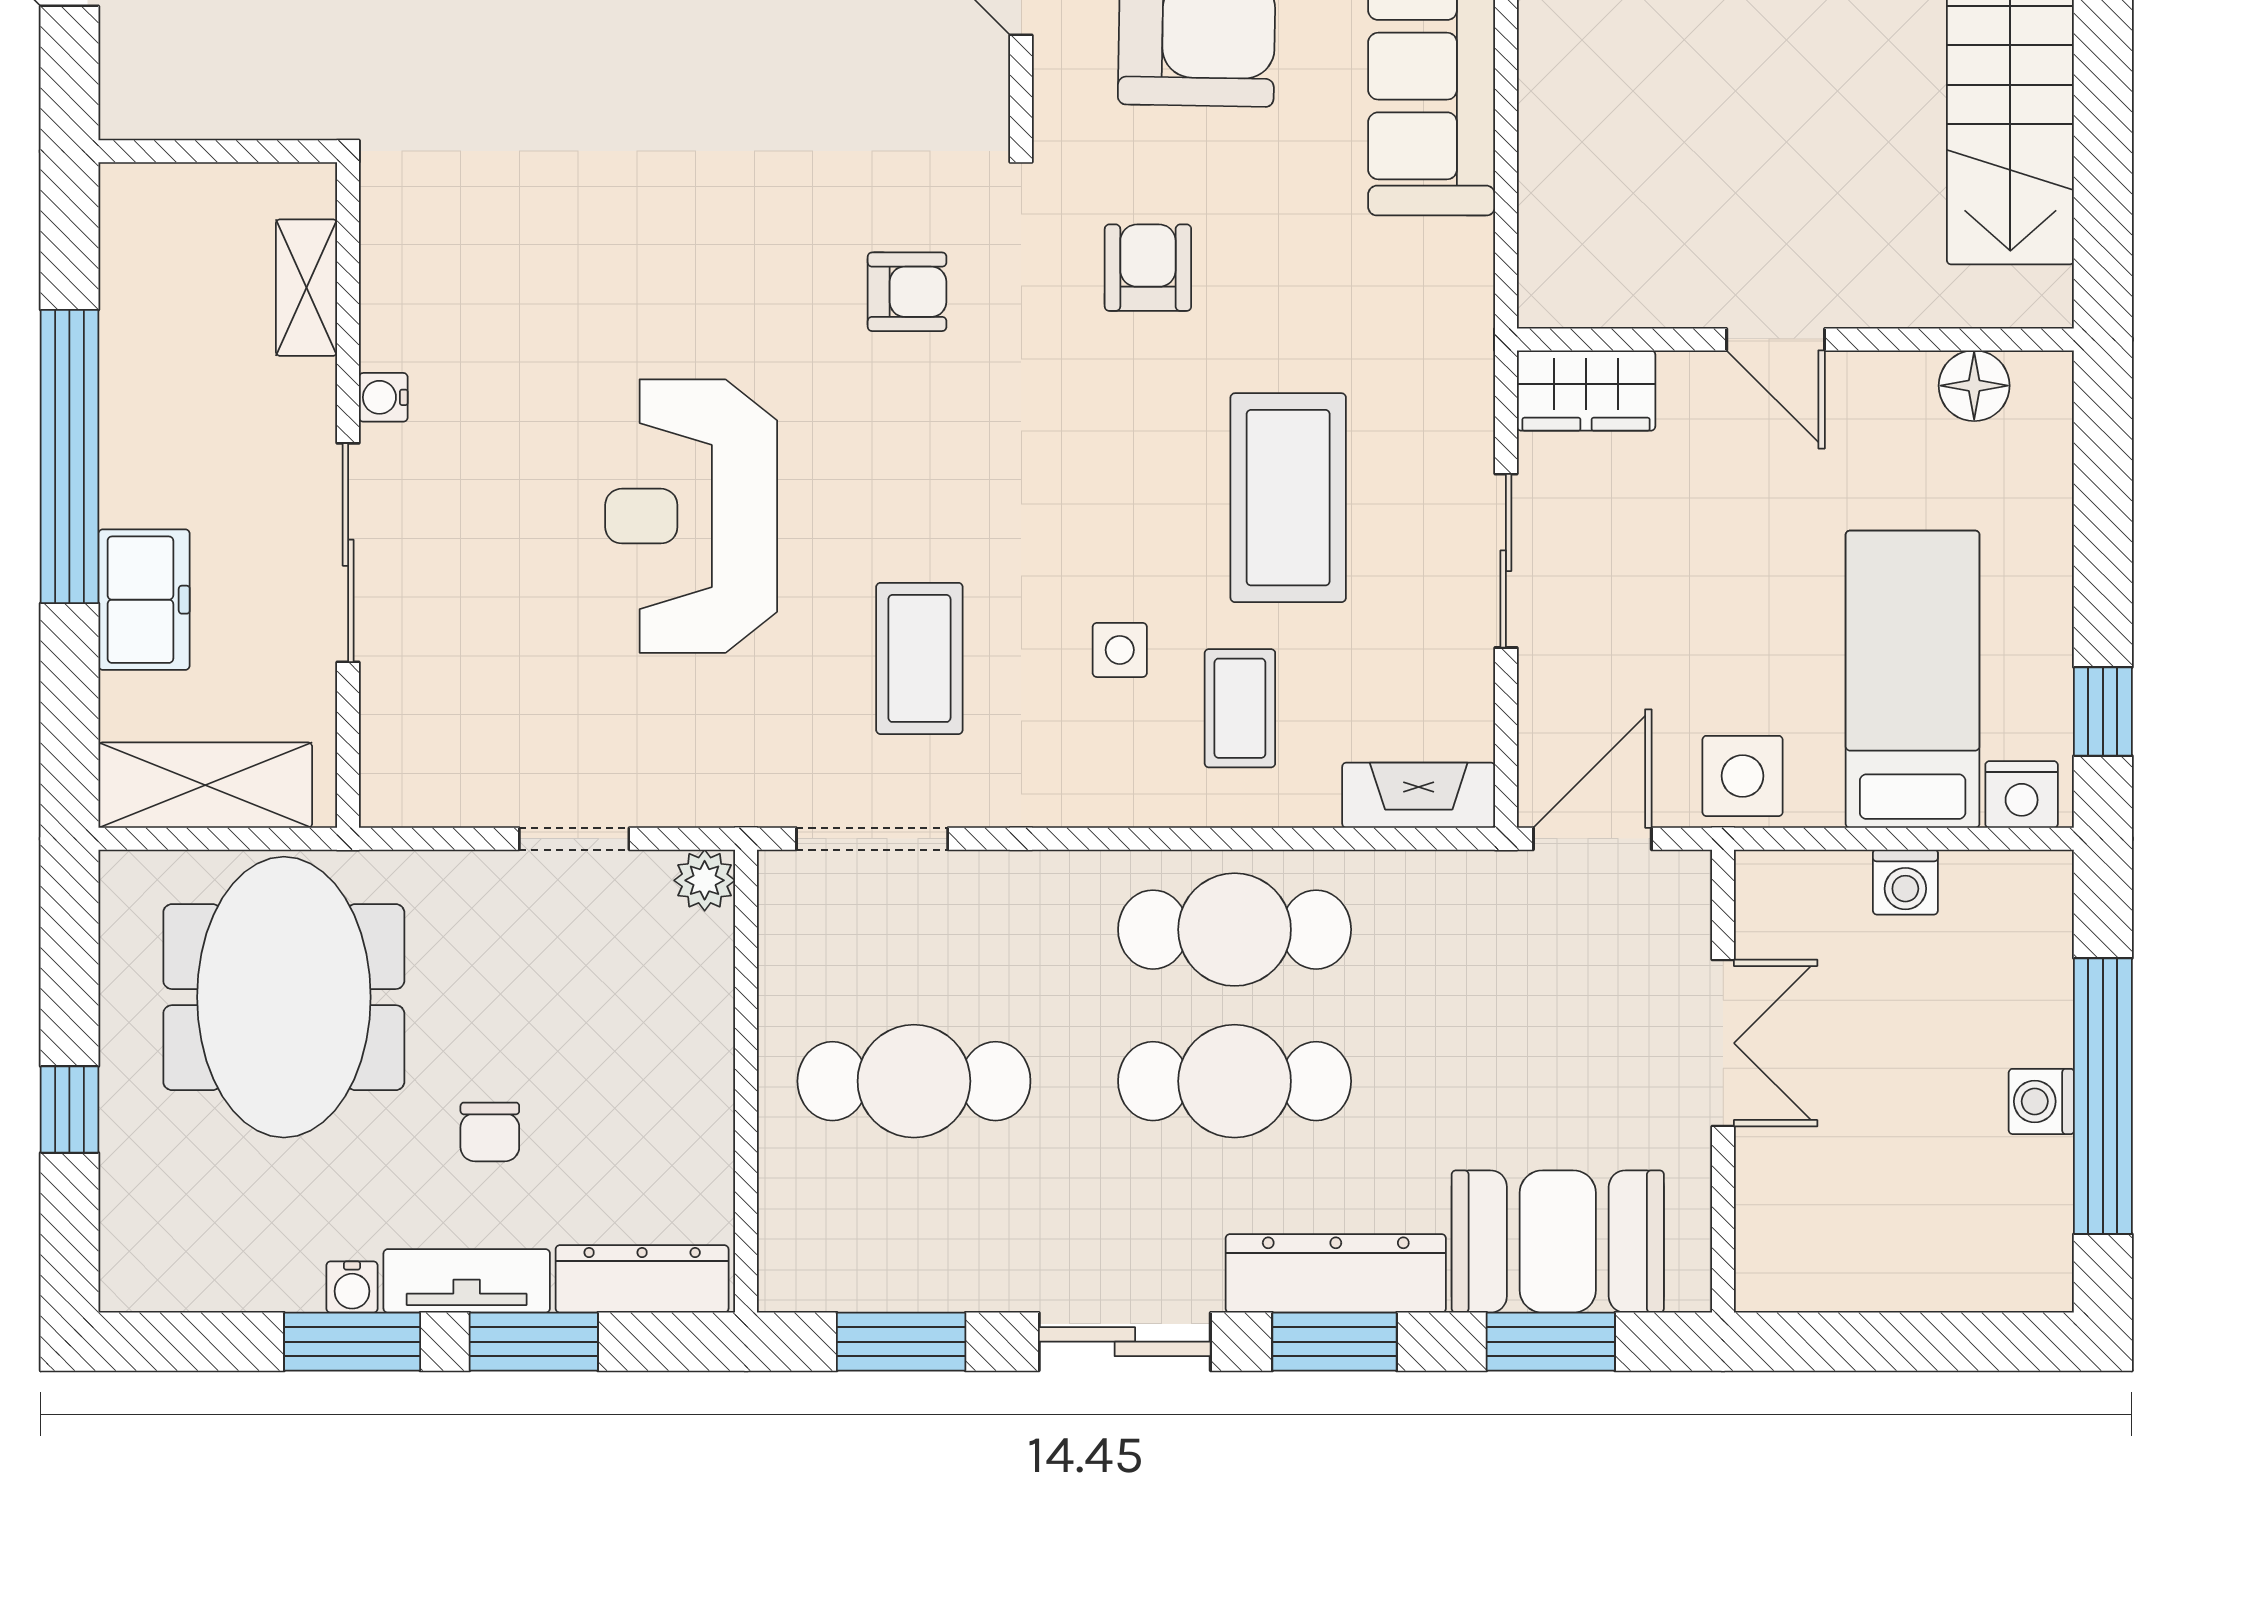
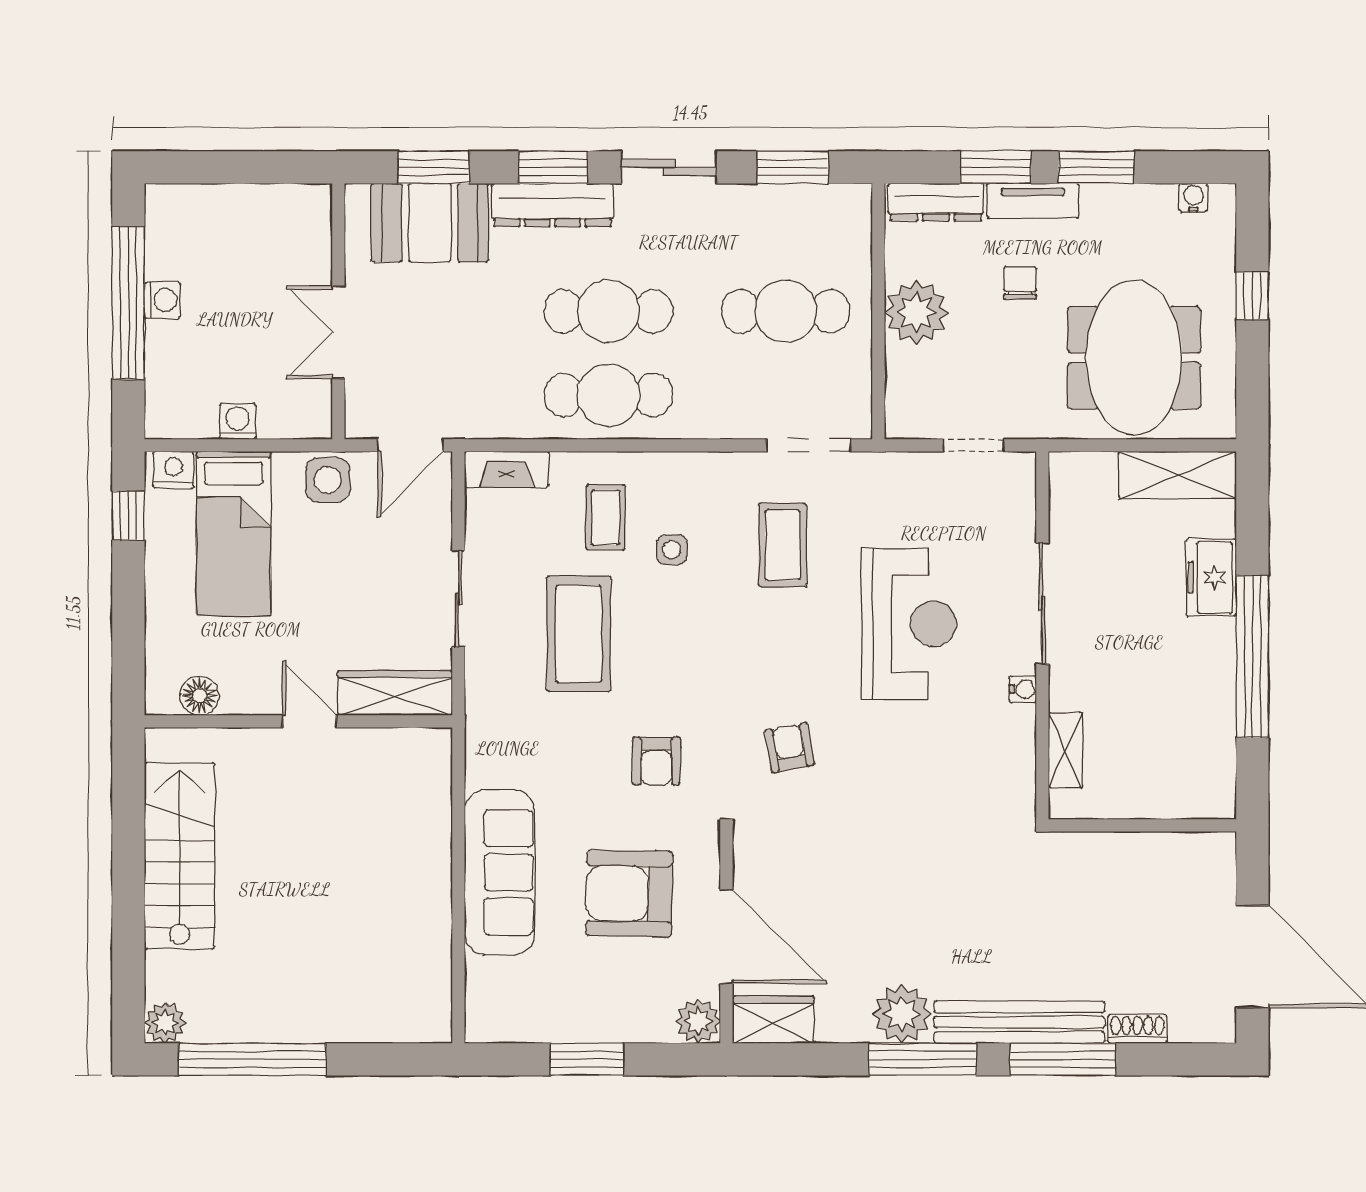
shelving: (307, 288) -> (1065, 750), moved
armchair: (907, 292) -> (789, 748), turned 80
wardrobe: (1586, 390) -> (395, 693), width x1.50
water cooler: (383, 397) -> (1023, 689), moved
wall: (348, 495) -> (1042, 635), moved
sliding door: (348, 553) -> (1042, 603), moved
plant: (705, 880) -> (916, 312), moved, width x1.87, depth x1.87
water cooler: (352, 1287) -> (1193, 197), moved

